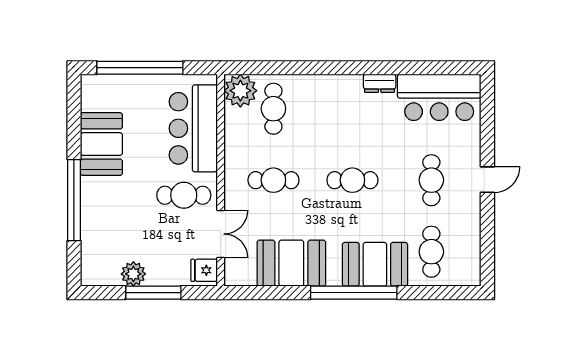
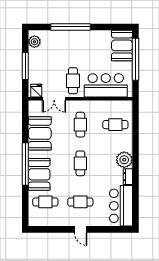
plant: (240, 91) -> (124, 160), moved
booth: (101, 144) -> (122, 45), moved, turned 90
plant: (133, 274) -> (34, 42), moved

